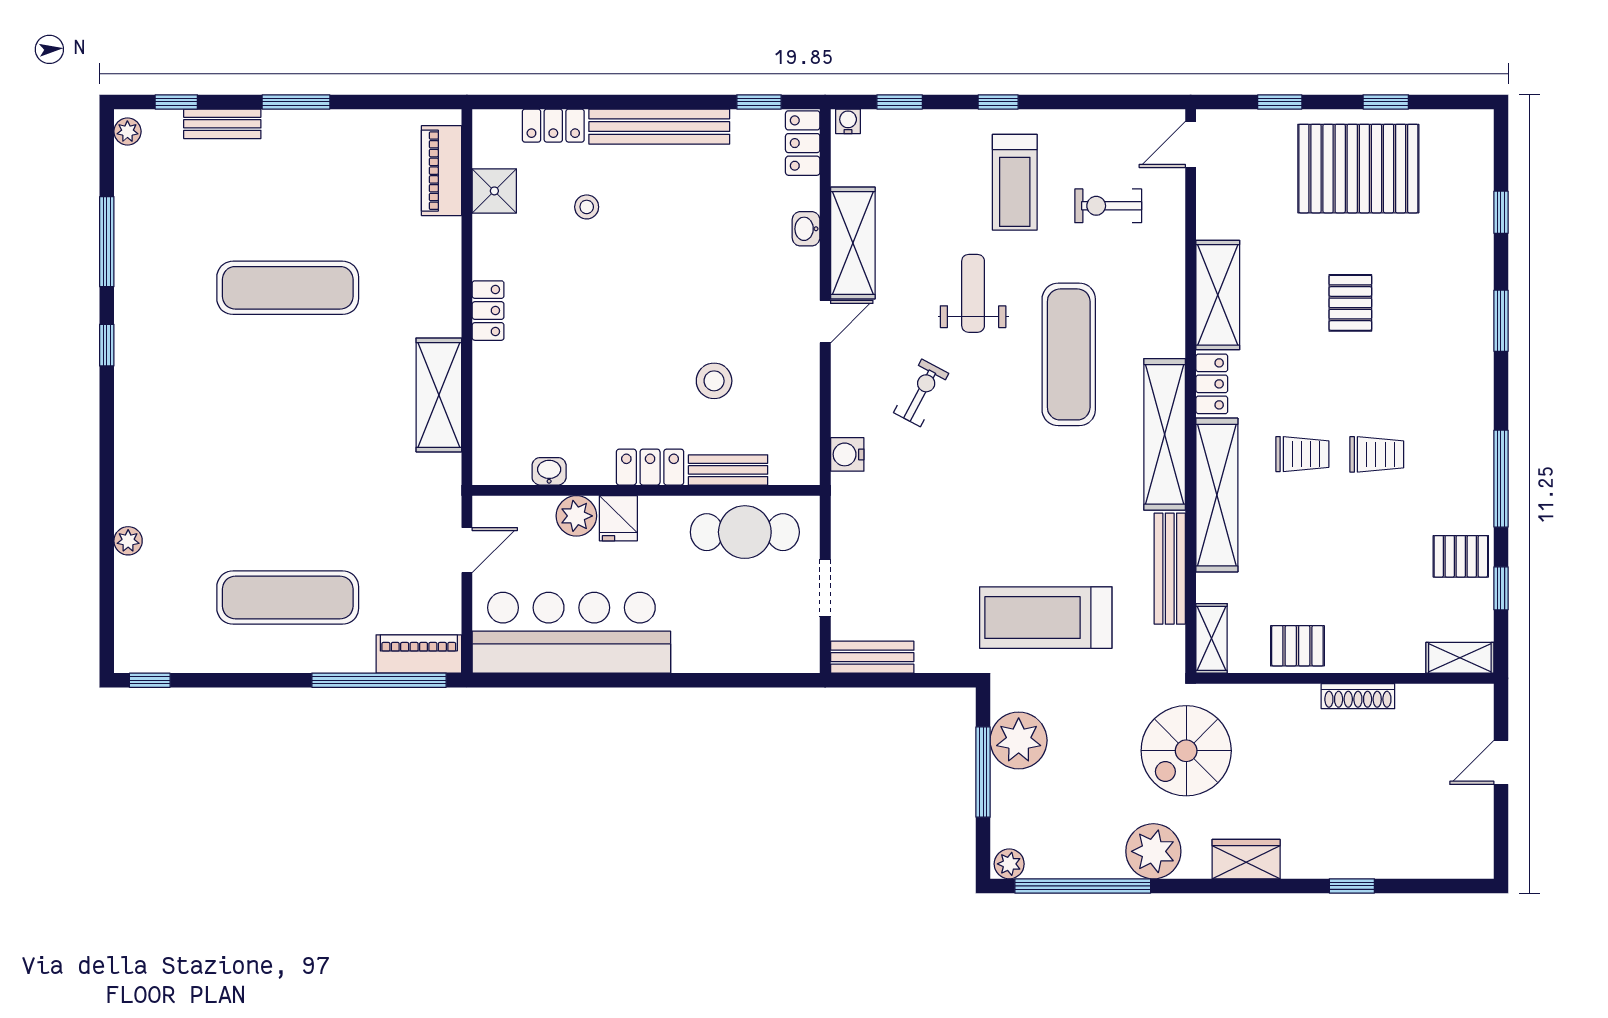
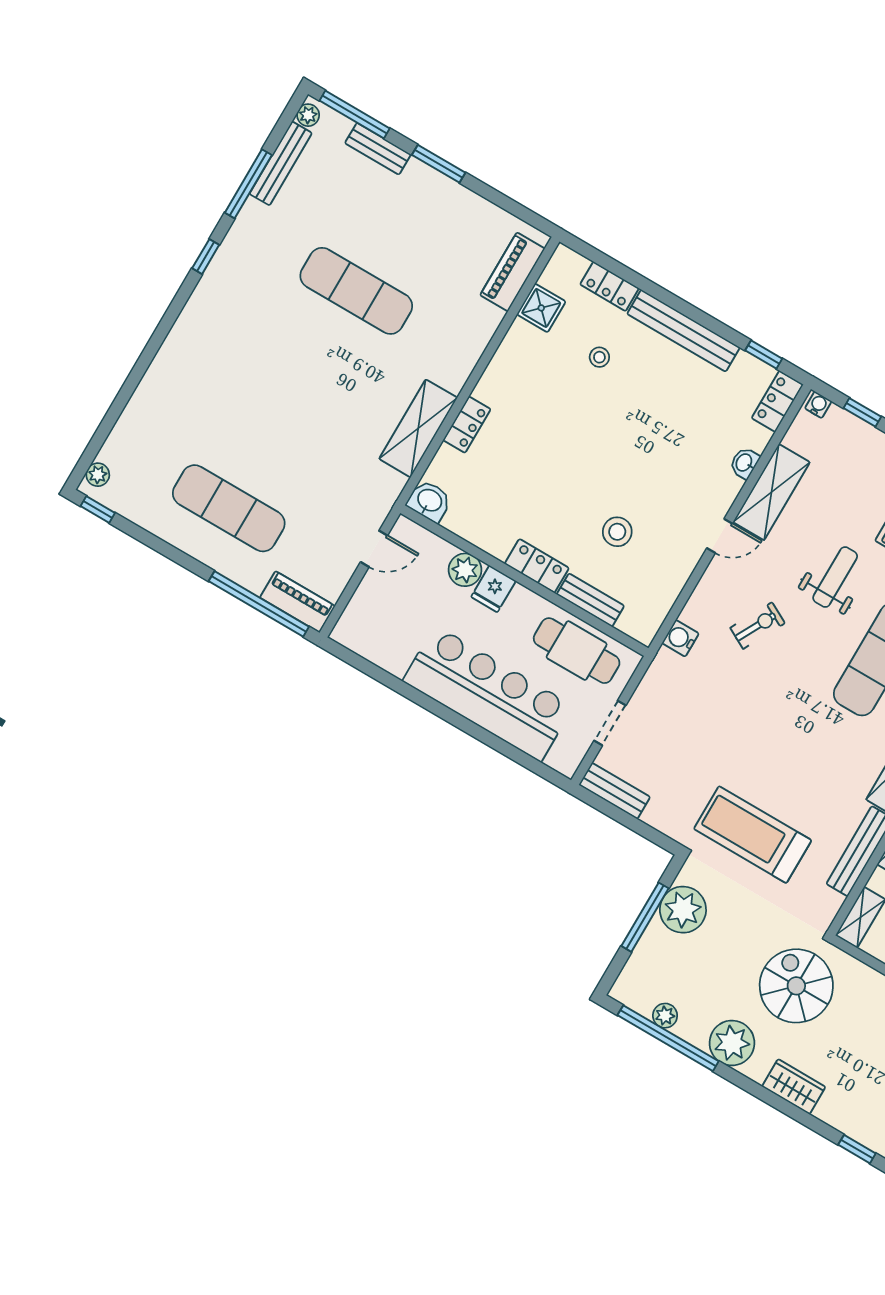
window: (176, 102) -> (355, 114), width x2.17
bench: (128, 200) -> (281, 163), added
locker: (488, 311) -> (467, 425), moved
washbasin: (549, 471) -> (429, 501), moved, width x1.38, depth x1.45
plant: (128, 541) -> (98, 475), moved
bar counter: (571, 633) -> (488, 694), moved
spiral stairs: (1186, 751) -> (796, 986), turned 90
plant: (1009, 864) -> (665, 1016), moved

